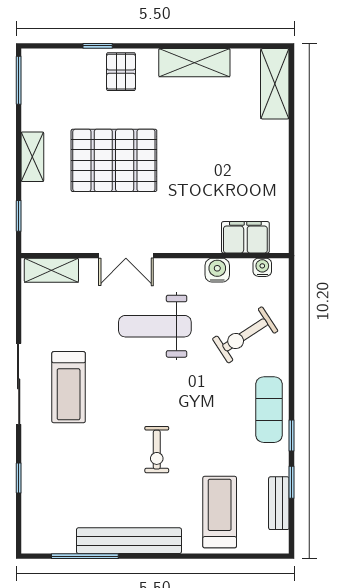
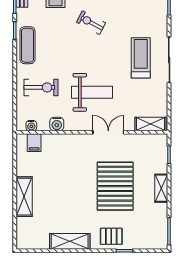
pallet: (121, 72) -> (111, 236), turned 90
shelving: (275, 84) -> (24, 197), moved
pallet: (114, 160) -> (115, 186), turned 90
filing cabinet: (245, 237) -> (34, 143), width x0.50
exercise bike: (245, 335) -> (41, 87), turned 33
exercise bike: (157, 450) -> (91, 23), turned -62

